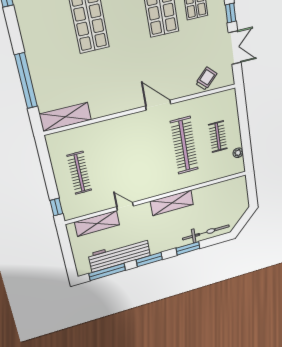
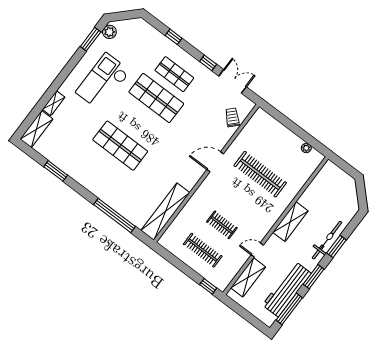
shelving: (65, 117) -> (165, 212), width x1.47
clothes rail: (218, 137) -> (222, 225), moved
bicycle: (206, 232) -> (327, 240), moved

